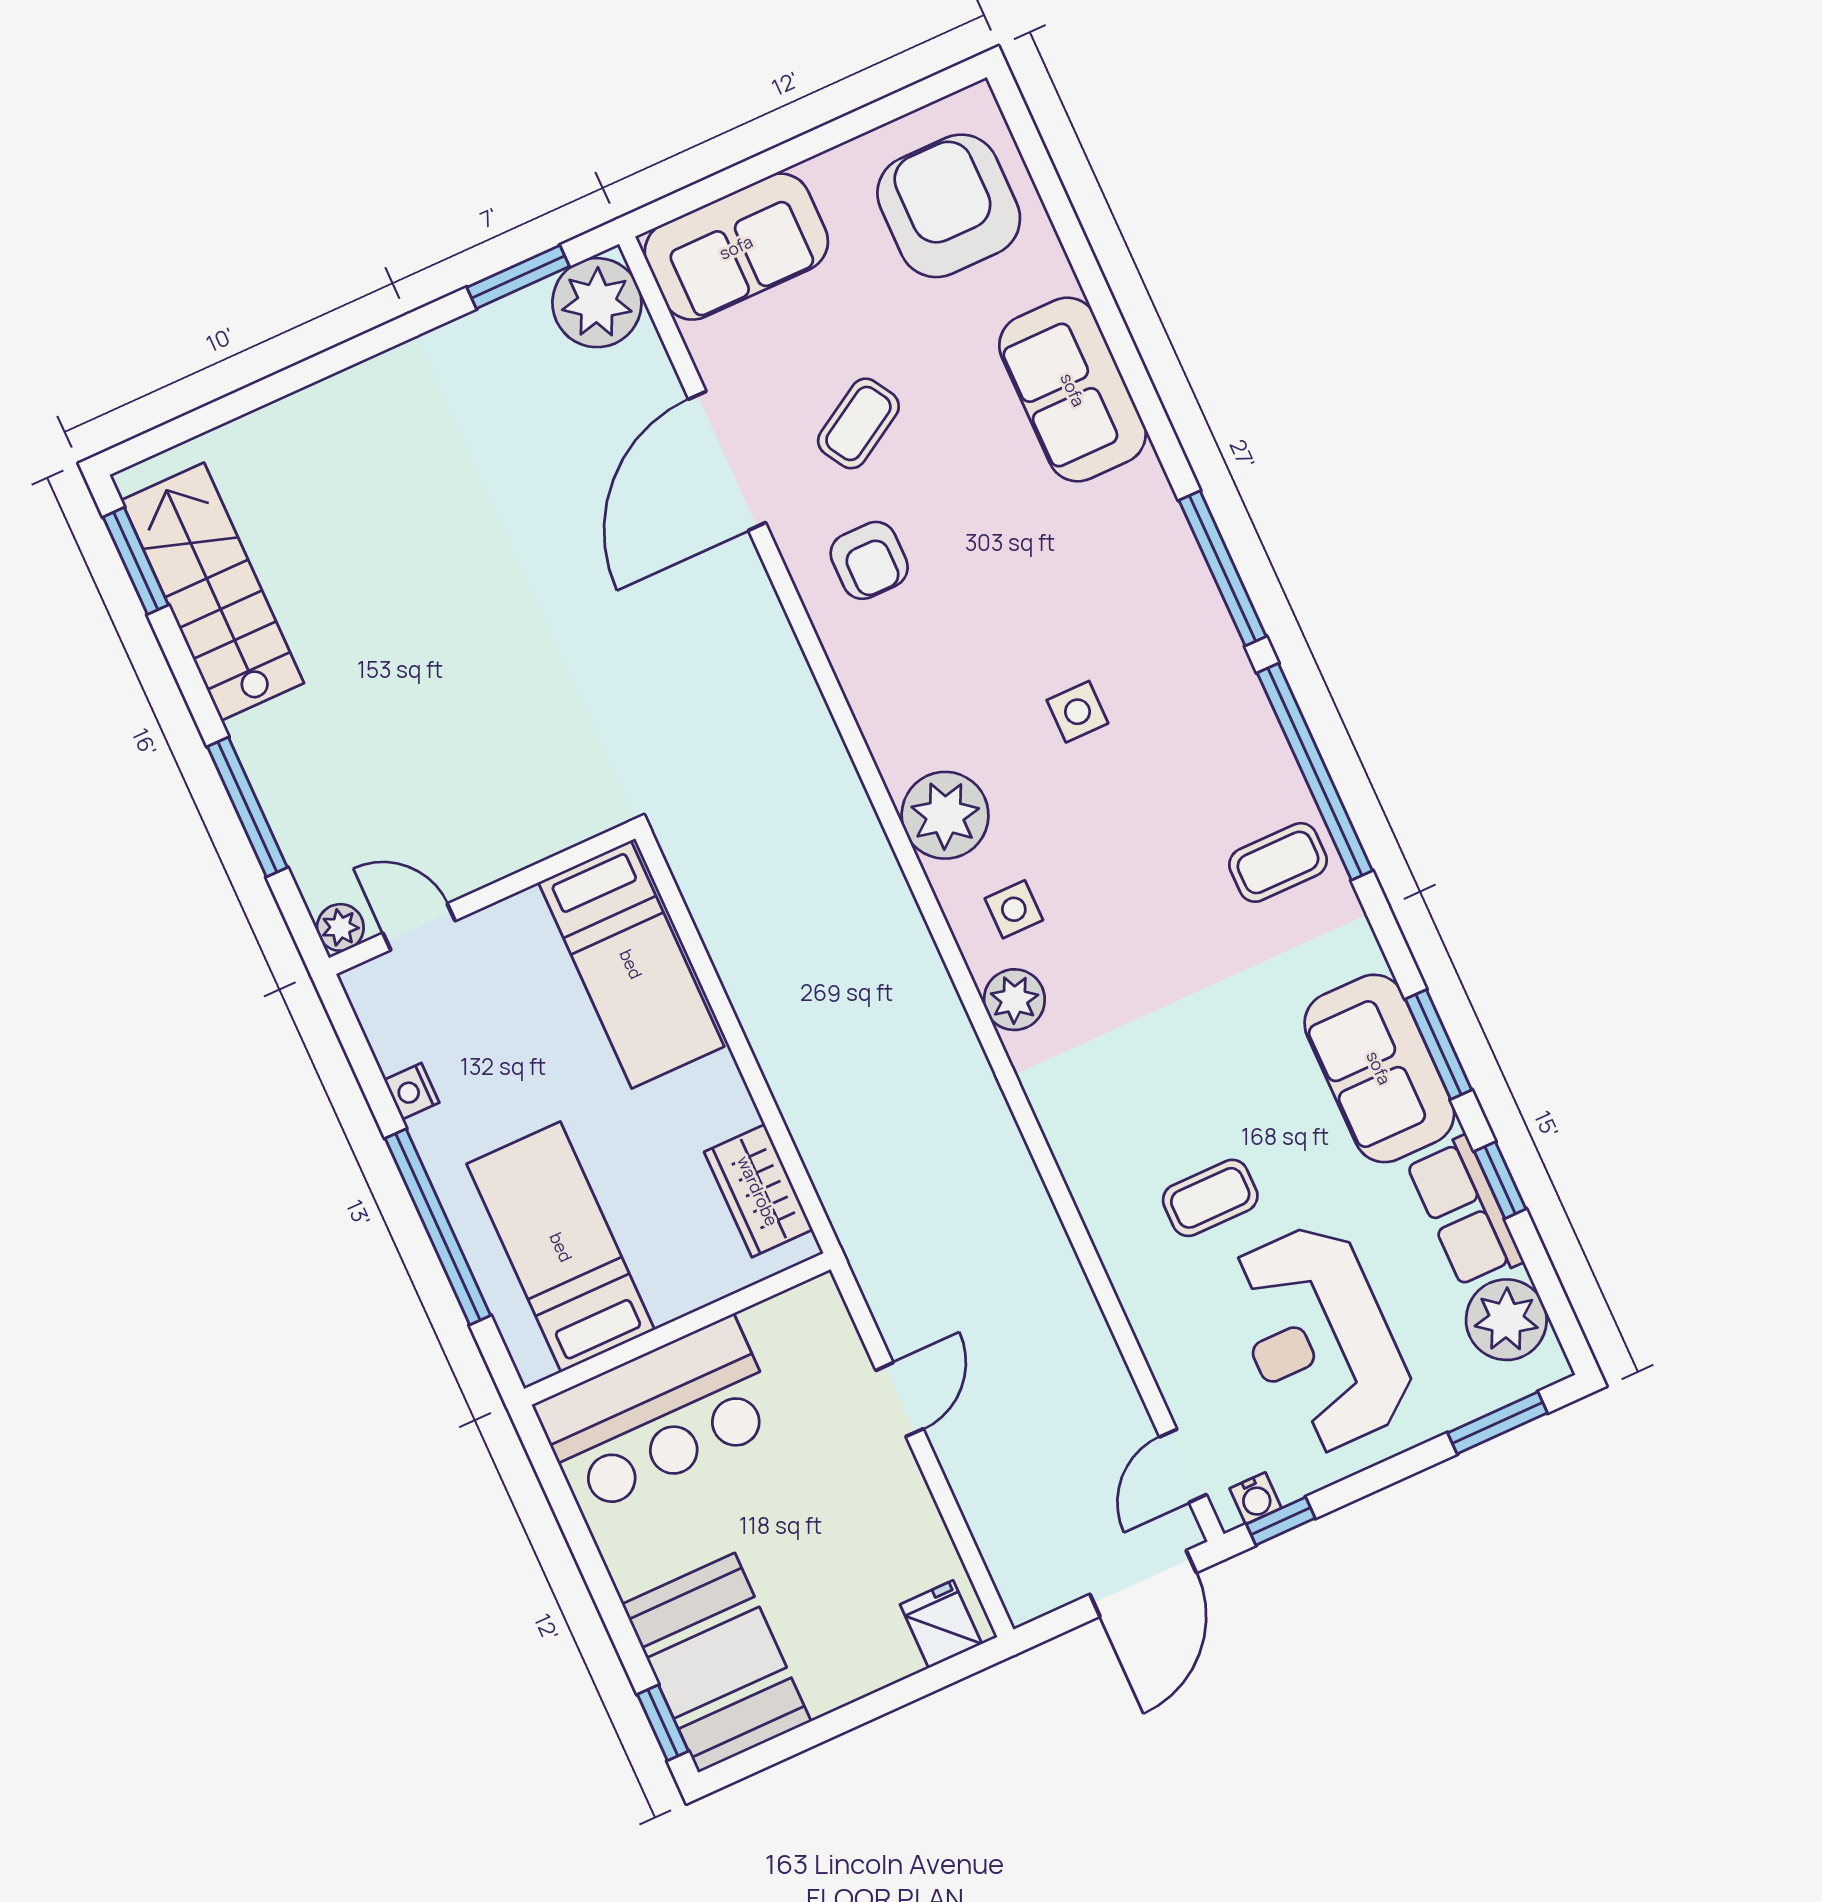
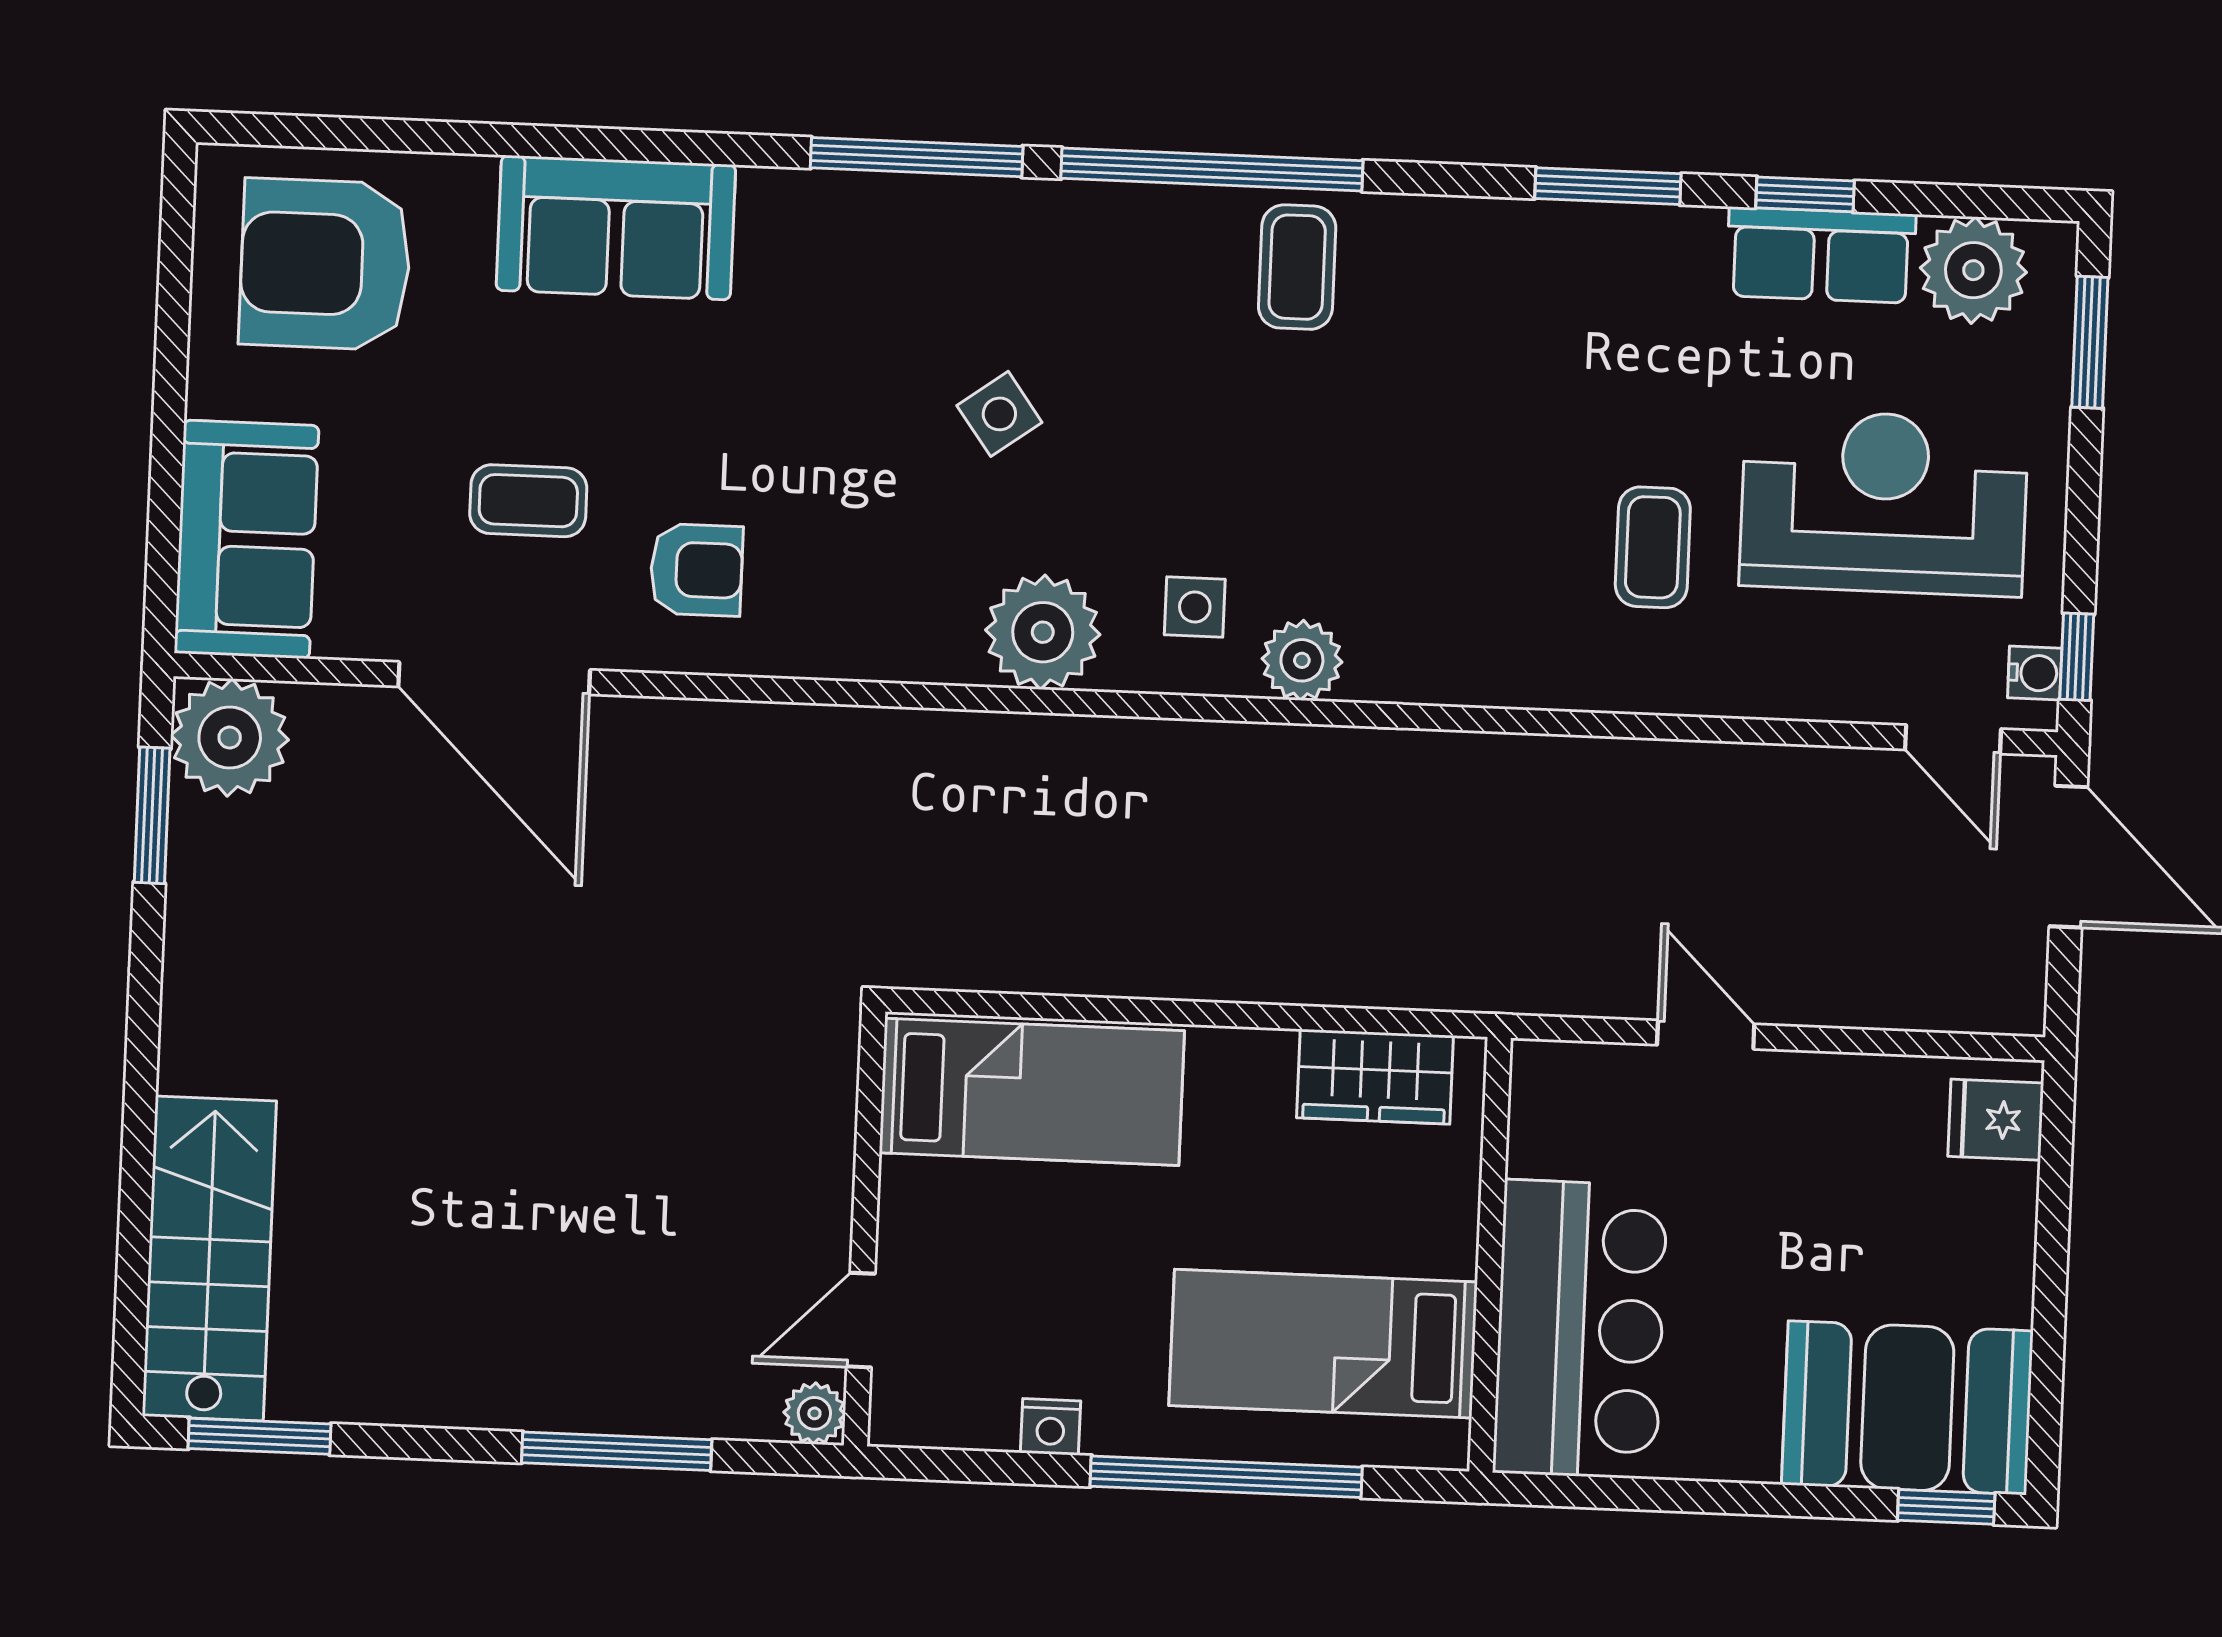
coffee table: (858, 423) -> (528, 501), turned -59
stairs: (213, 592) -> (209, 1258), moved, turned 90
side table: (1077, 712) -> (999, 414), turned -36
sofa: (1379, 1068) -> (1601, 270), removed
reception desk: (1319, 1338) -> (1884, 503), turned 180

